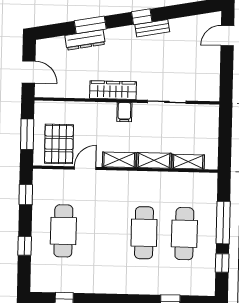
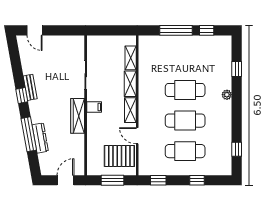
window: (90, 25) -> (29, 134), width x1.44
cafe table: (184, 234) -> (185, 121), moved
plant: (137, 288) -> (227, 95), added

